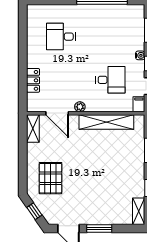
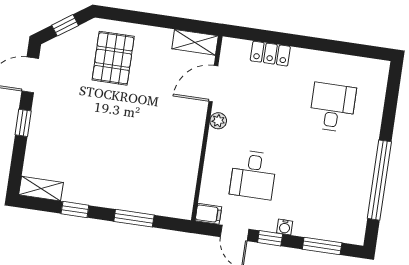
shelving: (106, 122) -> (188, 159), removed
pallet: (50, 178) -> (113, 58), turned 90
window: (99, 229) -> (23, 123), width x0.67

